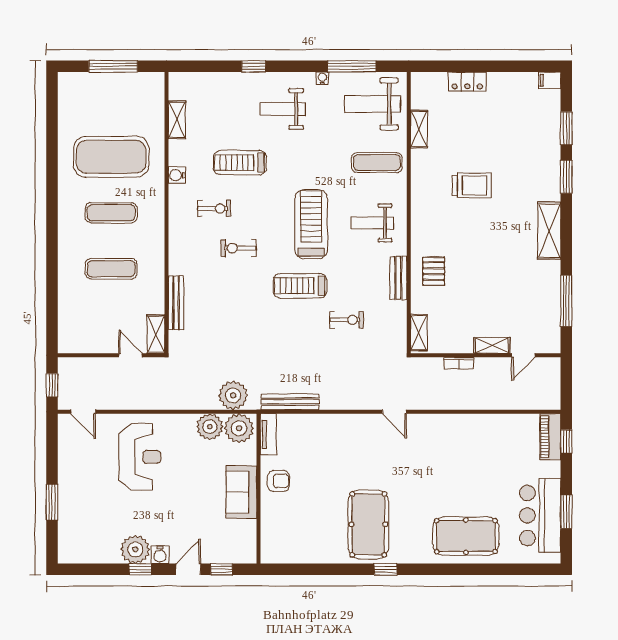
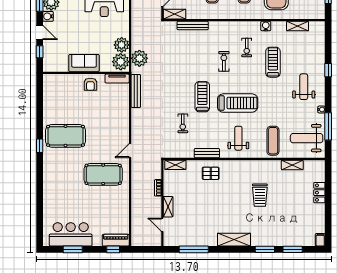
weight bench: (372, 104) -> (307, 138), turned -90
pool table: (466, 536) -> (103, 174), moved, turned 90

